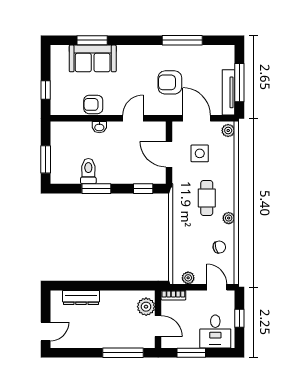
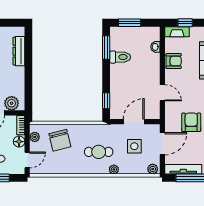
fireplace: (57, 100) -> (177, 32), added
armchair: (93, 104) -> (174, 61), turned 90
washbasin: (99, 127) -> (155, 47), moved
window: (96, 189) -> (106, 48), moved
plant: (229, 218) -> (114, 169), moved
chair: (219, 247) -> (60, 140), moved, width x1.87, depth x1.87
floor lamp: (194, 297) -> (19, 142), added

